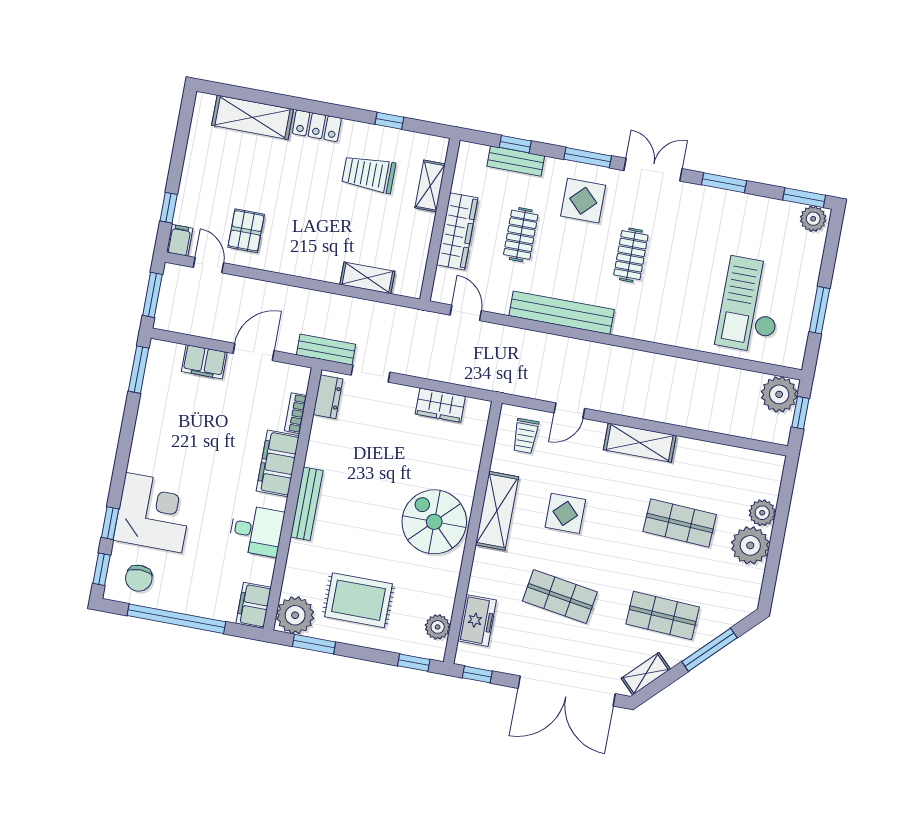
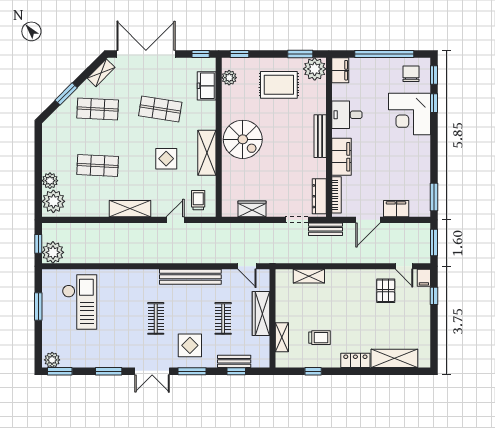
trolley: (369, 174) -> (319, 338), width x0.73, depth x0.72
dresser: (328, 397) -> (319, 196), width x1.44
bookcase: (296, 413) -> (337, 195), width x1.56
plant: (750, 545) -> (53, 201), moved
window: (709, 650) -> (66, 94), width x0.69

